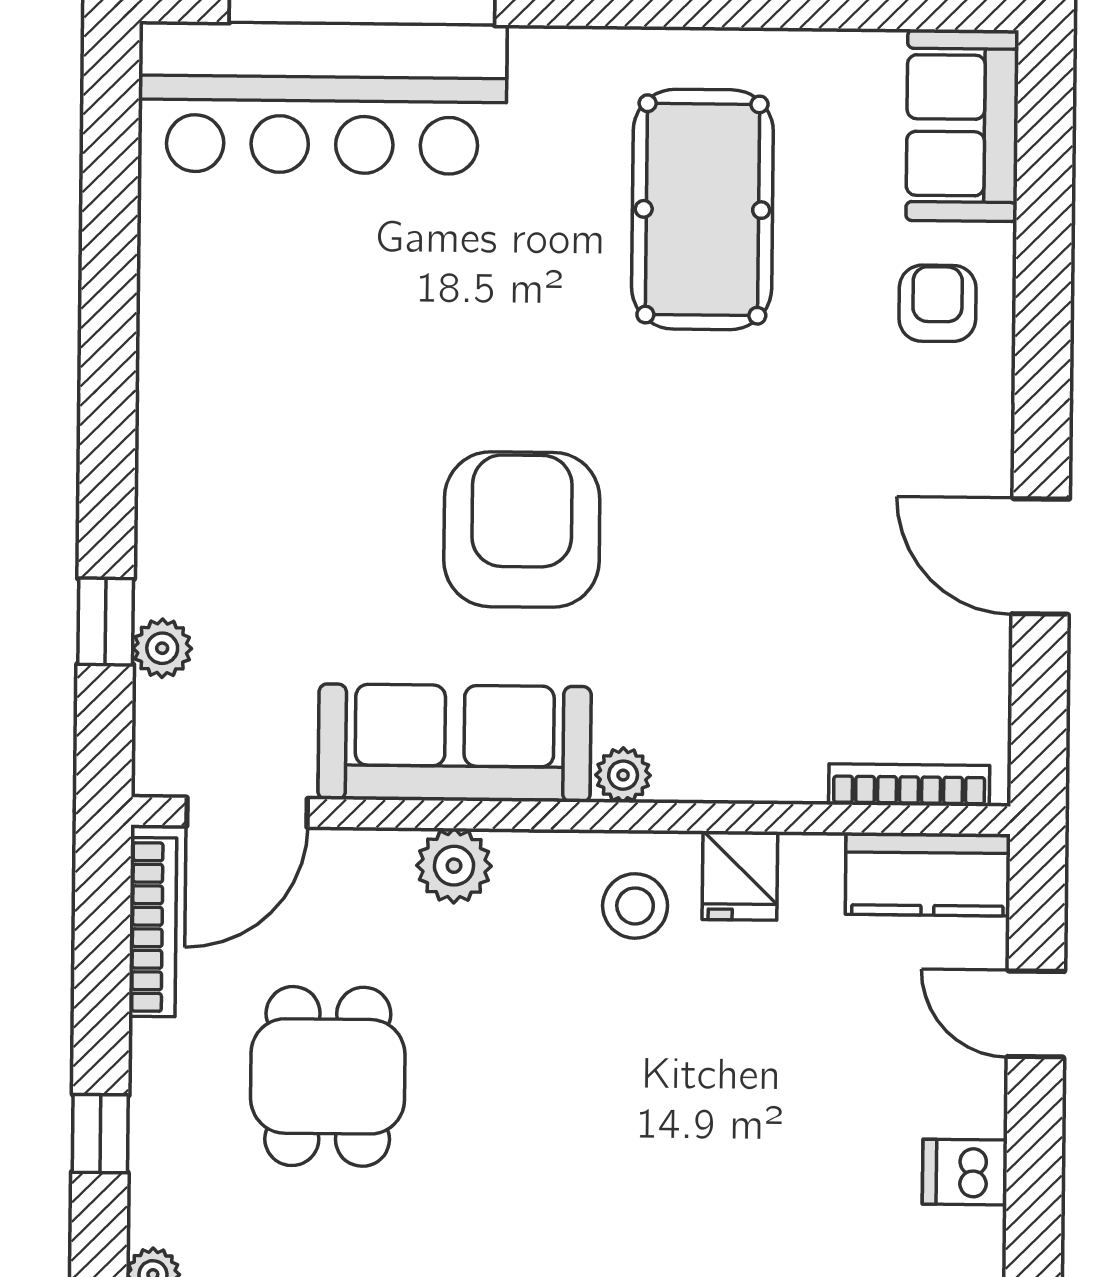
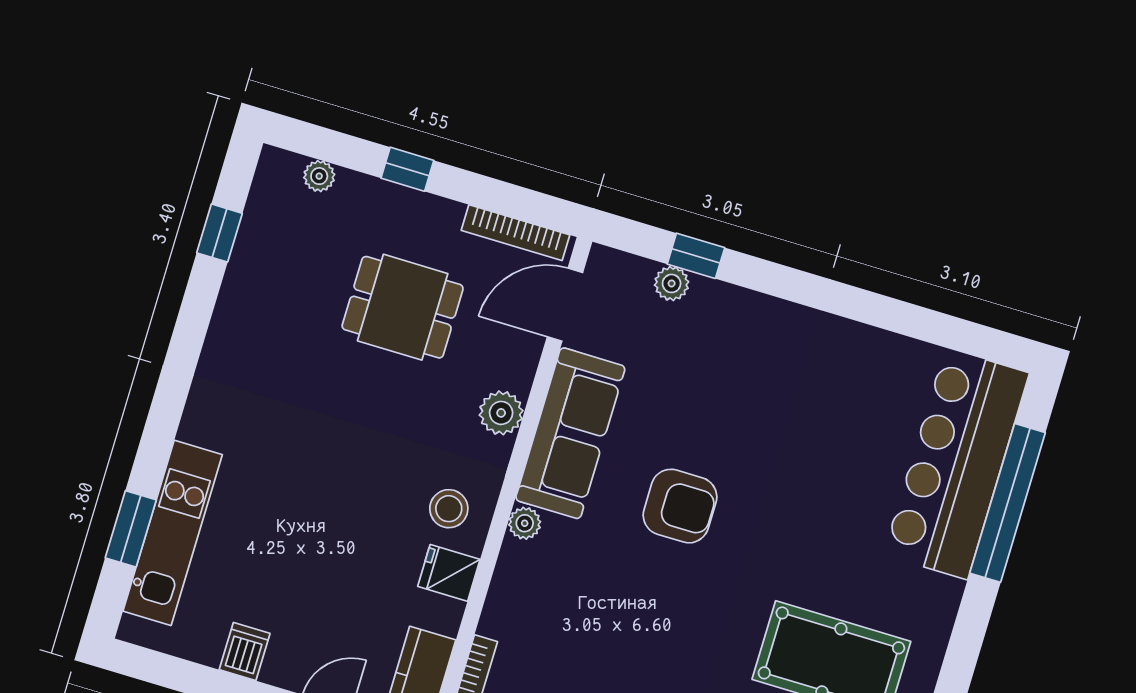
armchair: (522, 530) -> (680, 506), width x0.73, depth x0.73
door: (247, 812) -> (565, 305), hinge flipped

